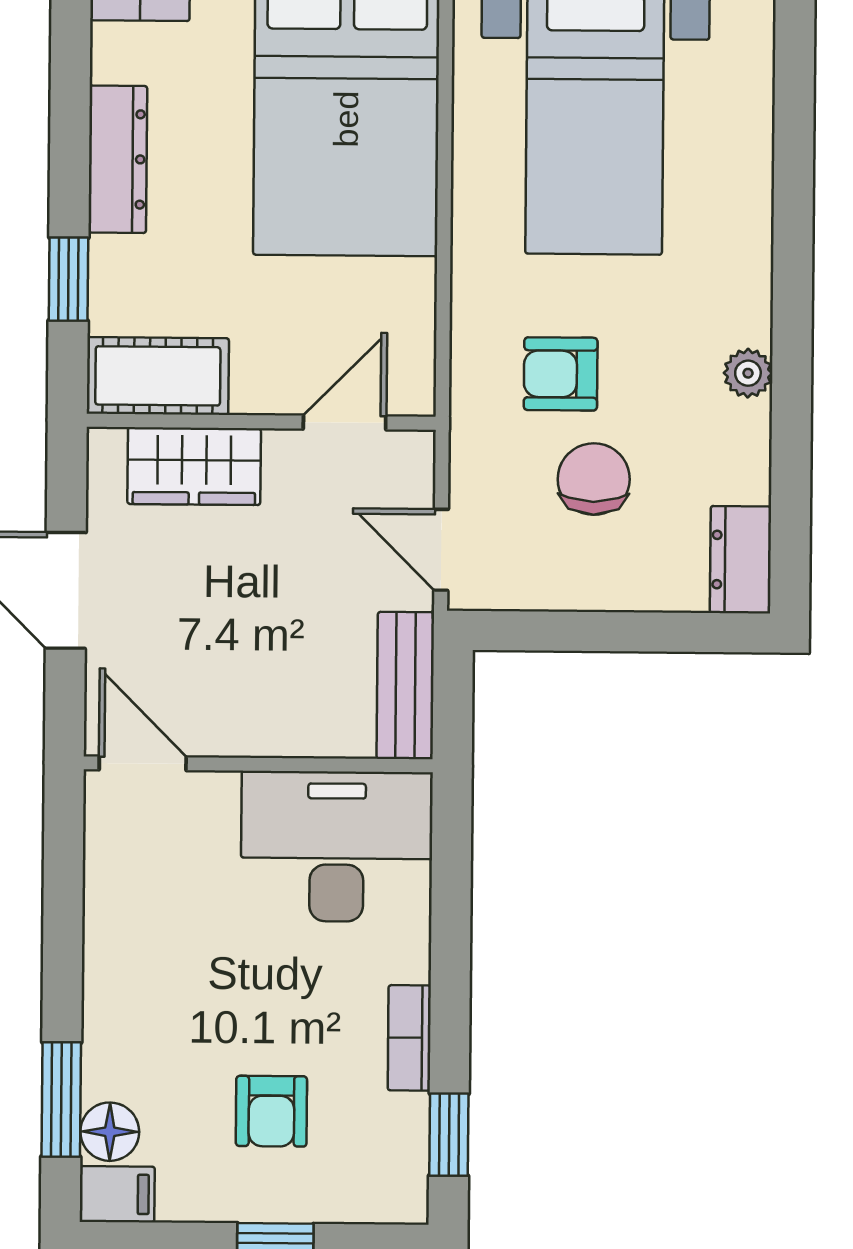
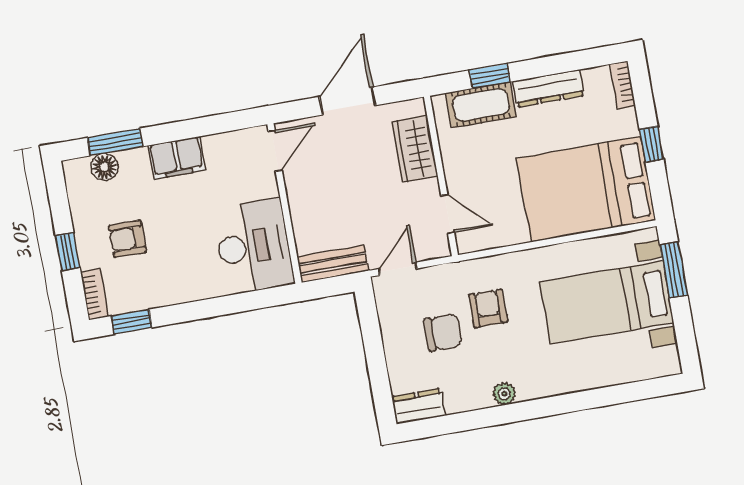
cot: (158, 376) -> (481, 105), moved, turned 90
bookcase: (409, 1038) -> (94, 294), moved, turned 90
filing cabinet: (117, 1194) -> (177, 158), moved, width x2.00

